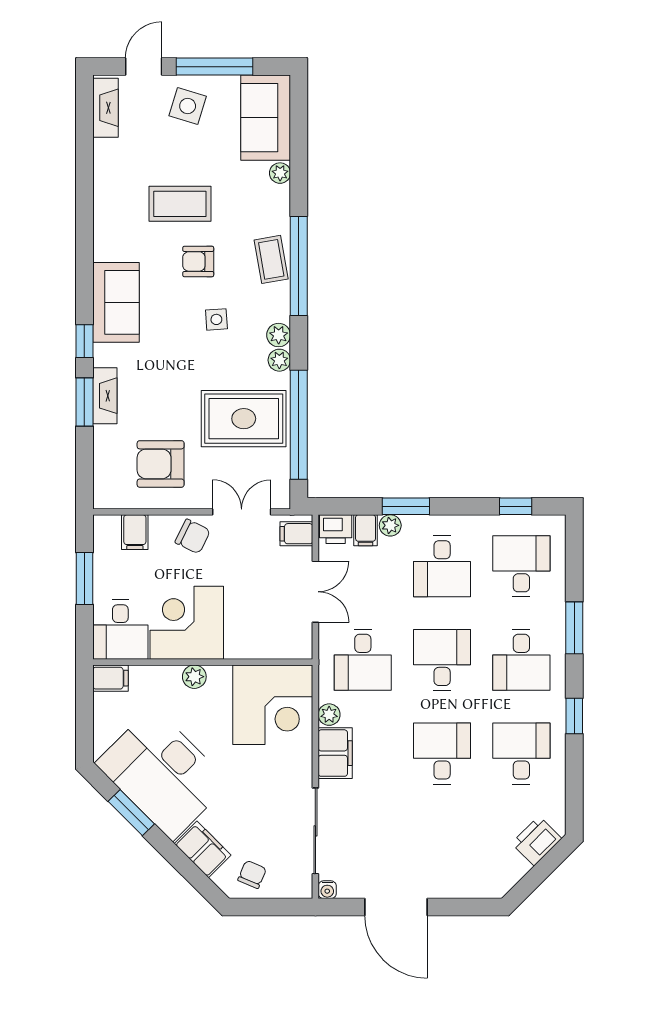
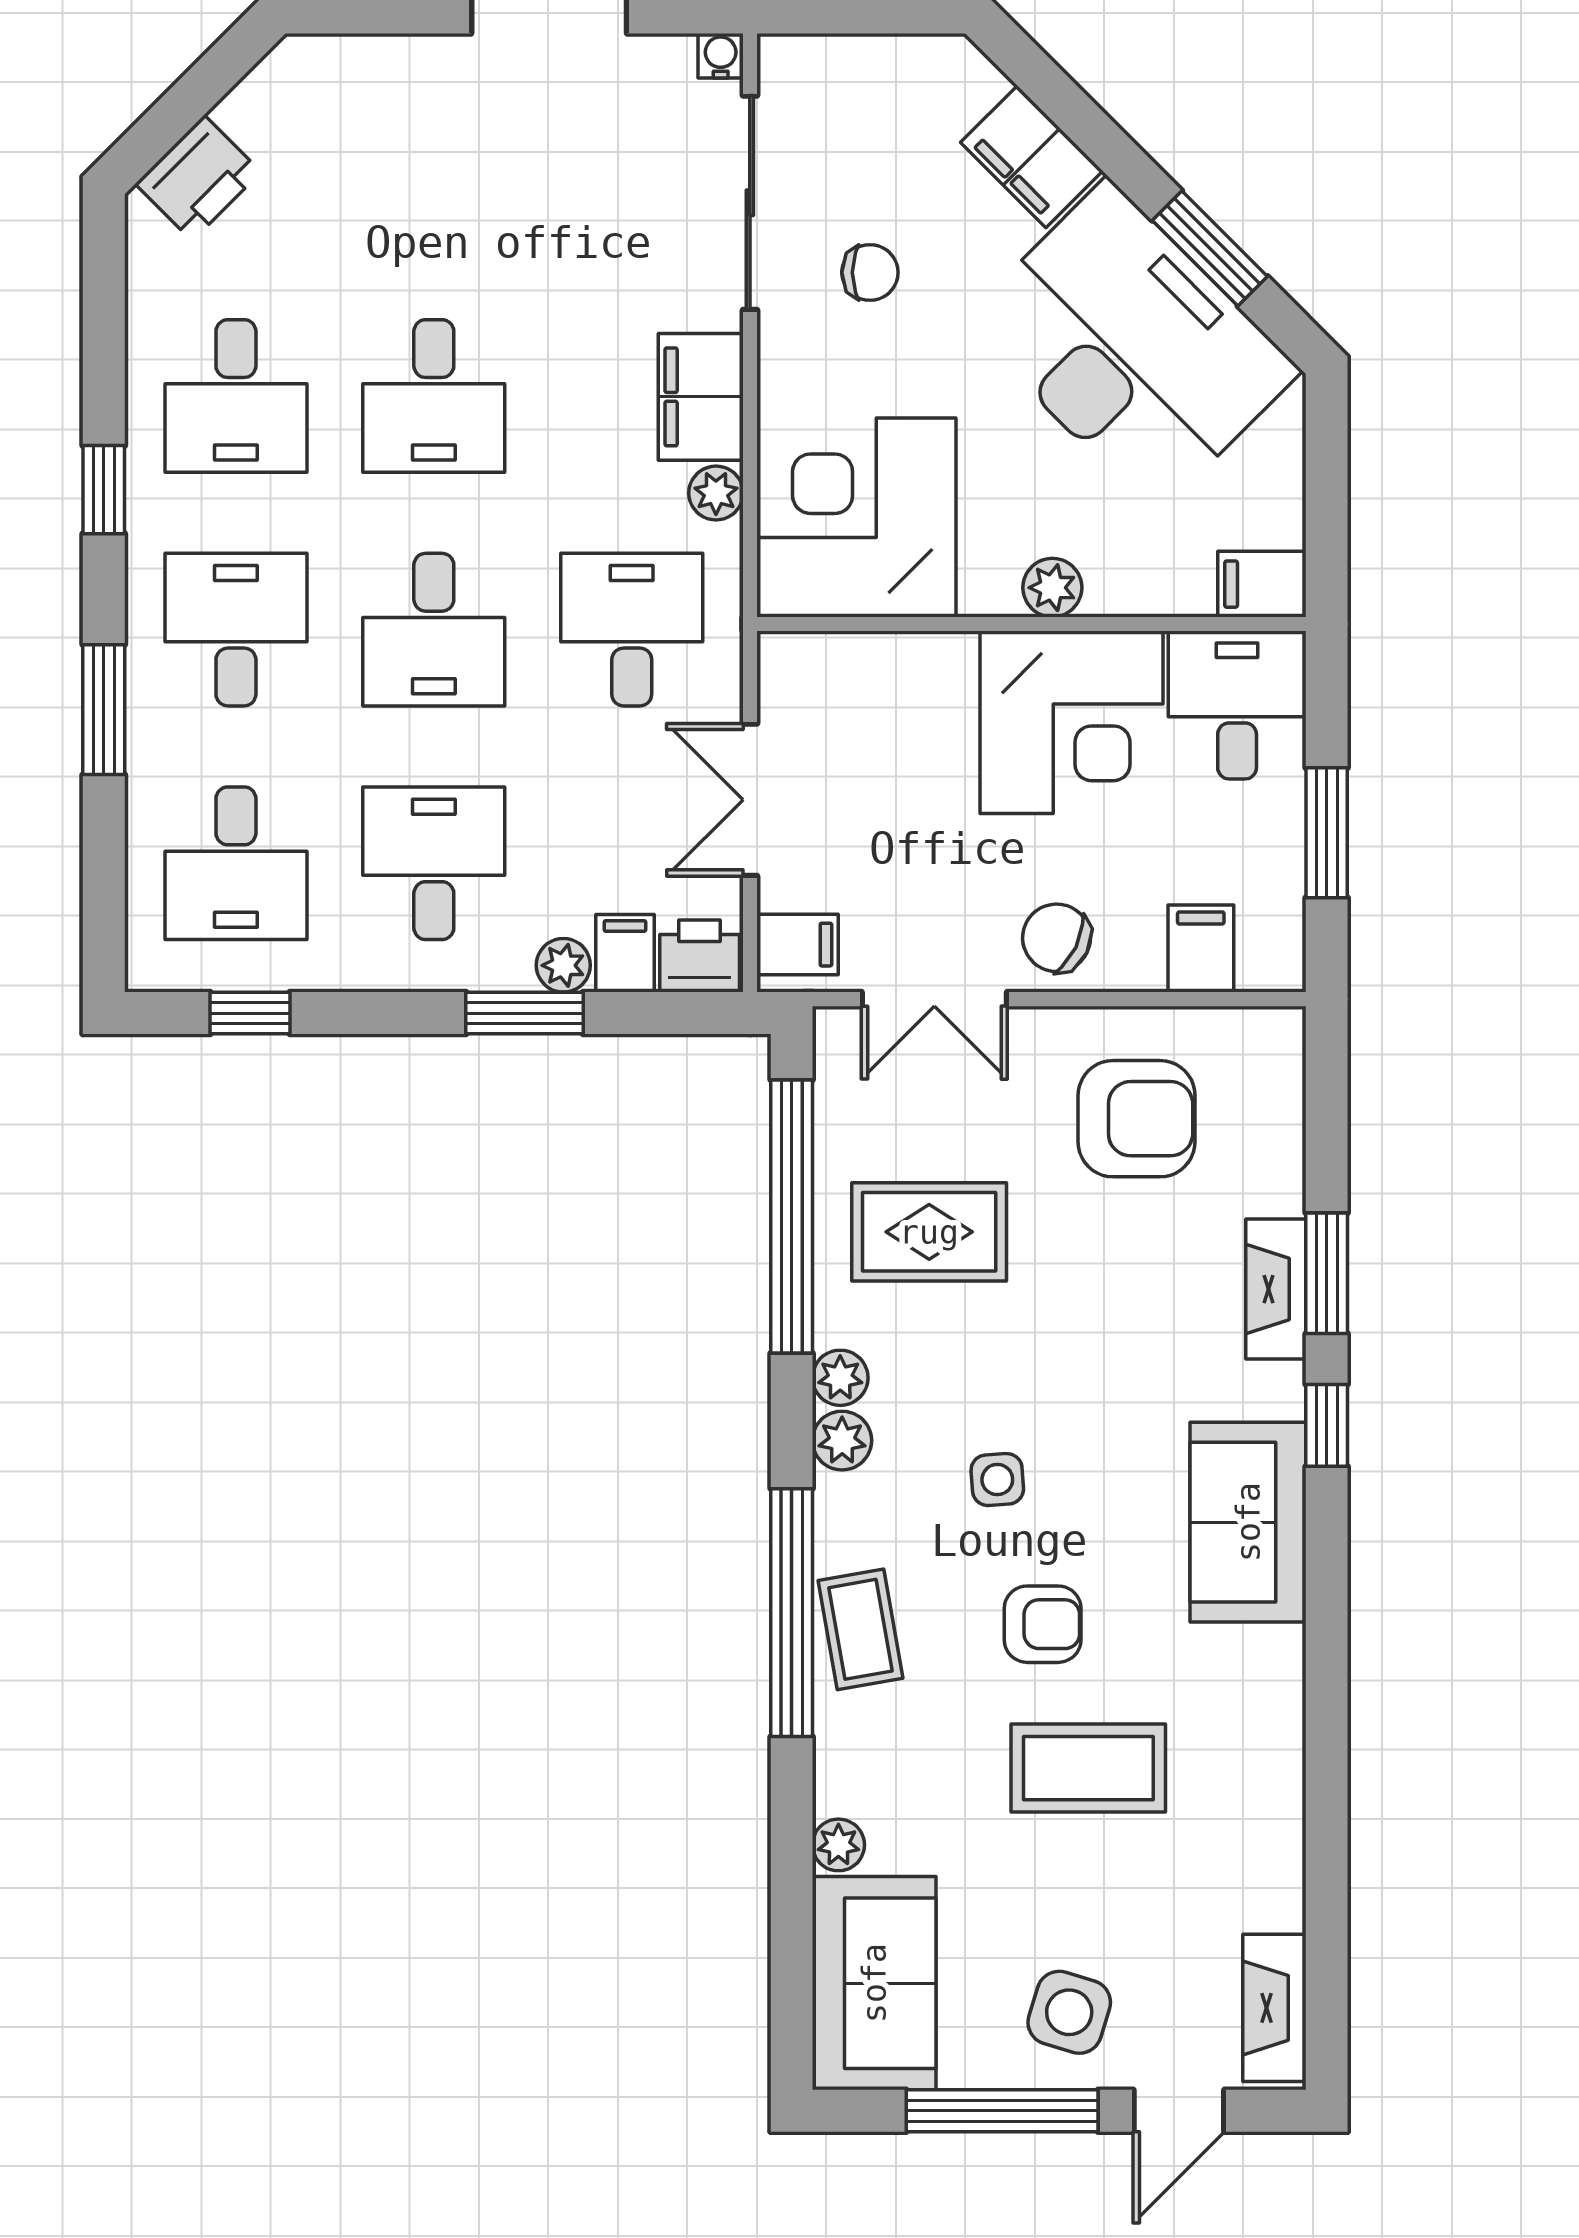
rug: (244, 419) -> (929, 1232), width x0.73, depth x0.70
chair: (252, 874) -> (870, 272), moved, turned -113

